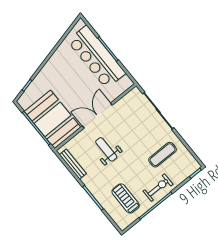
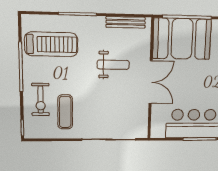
exercise bike: (158, 188) -> (41, 100), moved
treadmill: (126, 198) -> (51, 44), width x1.37, depth x1.38

